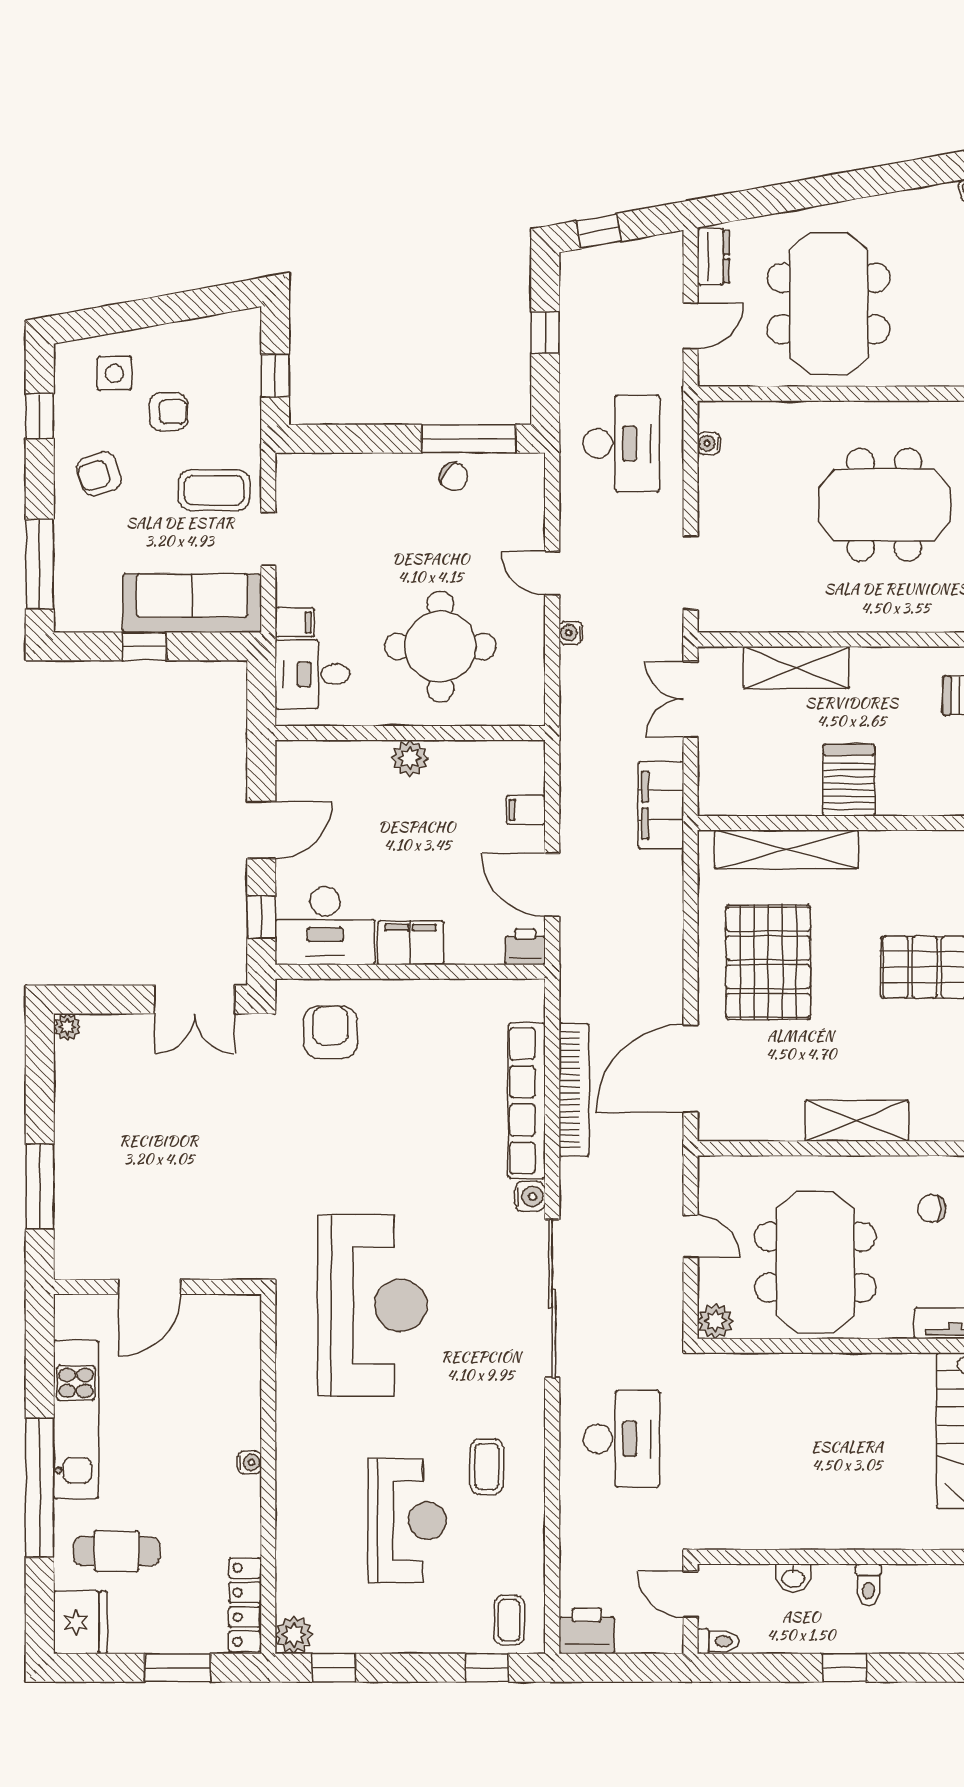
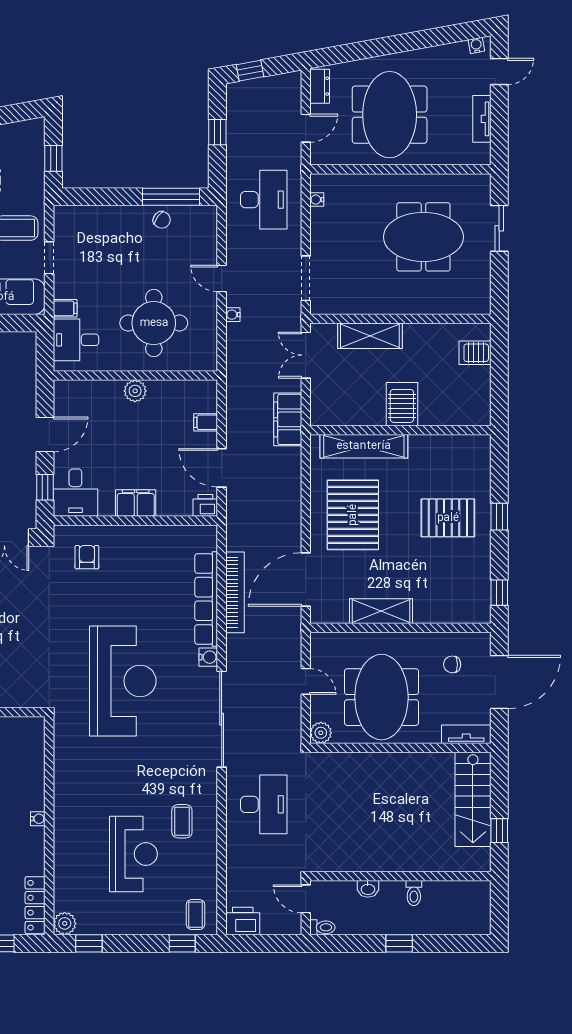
desk: (325, 926) -> (75, 493), width x0.73
armchair: (330, 1032) -> (87, 557), width x0.72, depth x0.72
shelving: (857, 1121) -> (381, 611), moved
reception desk: (372, 1306) -> (123, 681), moved

